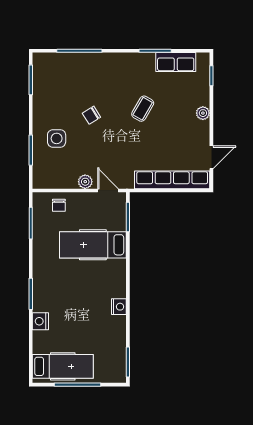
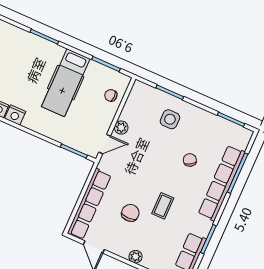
row of seats: (96, 62) -> (222, 183), added
coffee table: (143, 109) -> (163, 206), turned 60
chair: (91, 115) -> (190, 160), moved
chair: (163, 137) -> (130, 213), added
hospital bed: (93, 245) -> (66, 83), moved, turned 180
nightstand: (40, 321) -> (15, 115), moved, turned 180

